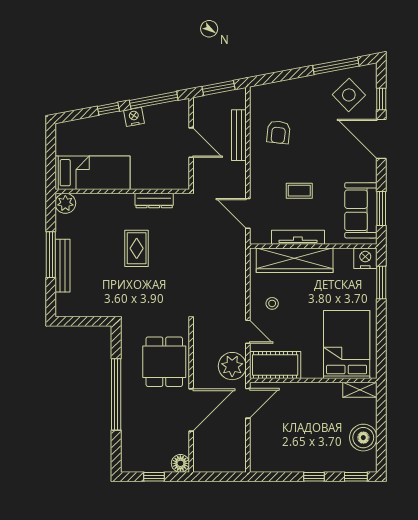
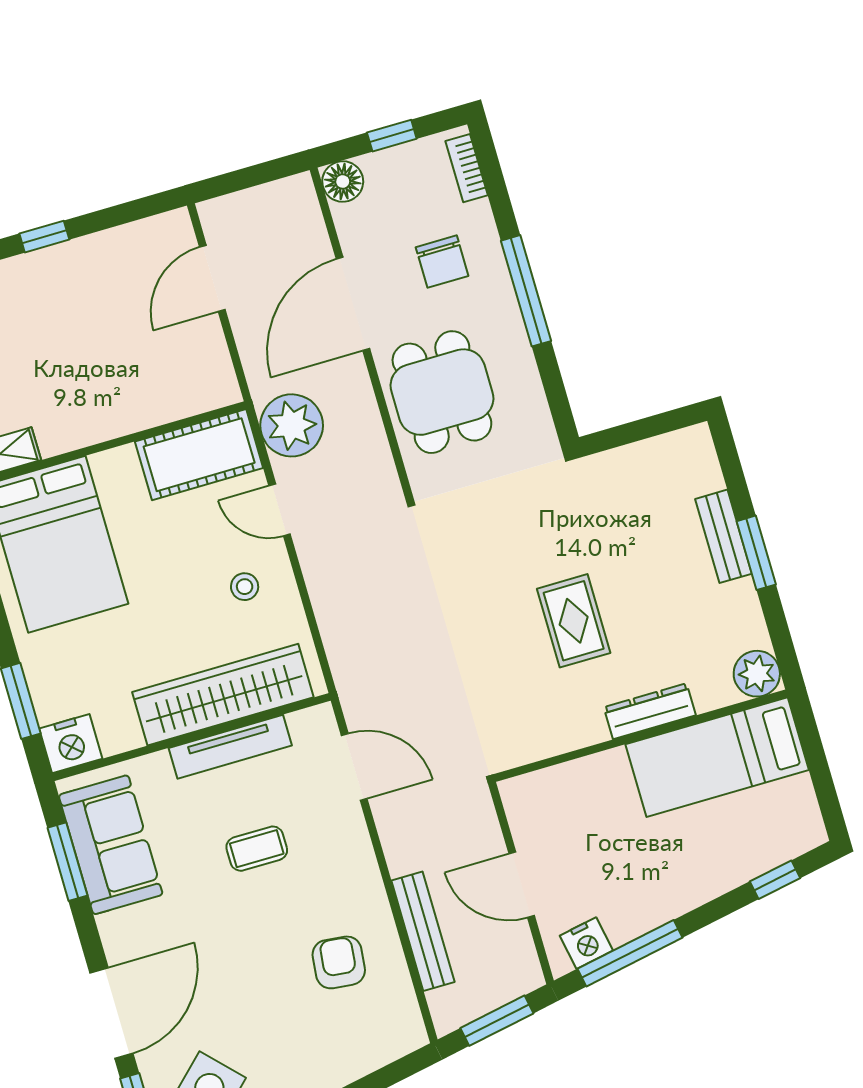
window: (108, 109) -> (775, 880), moved
nightstand: (134, 117) -> (586, 943), moved
door: (381, 139) -> (111, 1013), hinge flipped
dresser: (154, 201) -> (650, 711), moved
window: (51, 255) -> (756, 553), width x0.69
bench: (63, 266) -> (723, 536), width x0.73
window: (116, 394) -> (526, 291), width x0.68
door: (248, 403) -> (212, 278), moved
chair: (148, 417) -> (442, 262), added
bookcase: (126, 454) -> (467, 168), added

